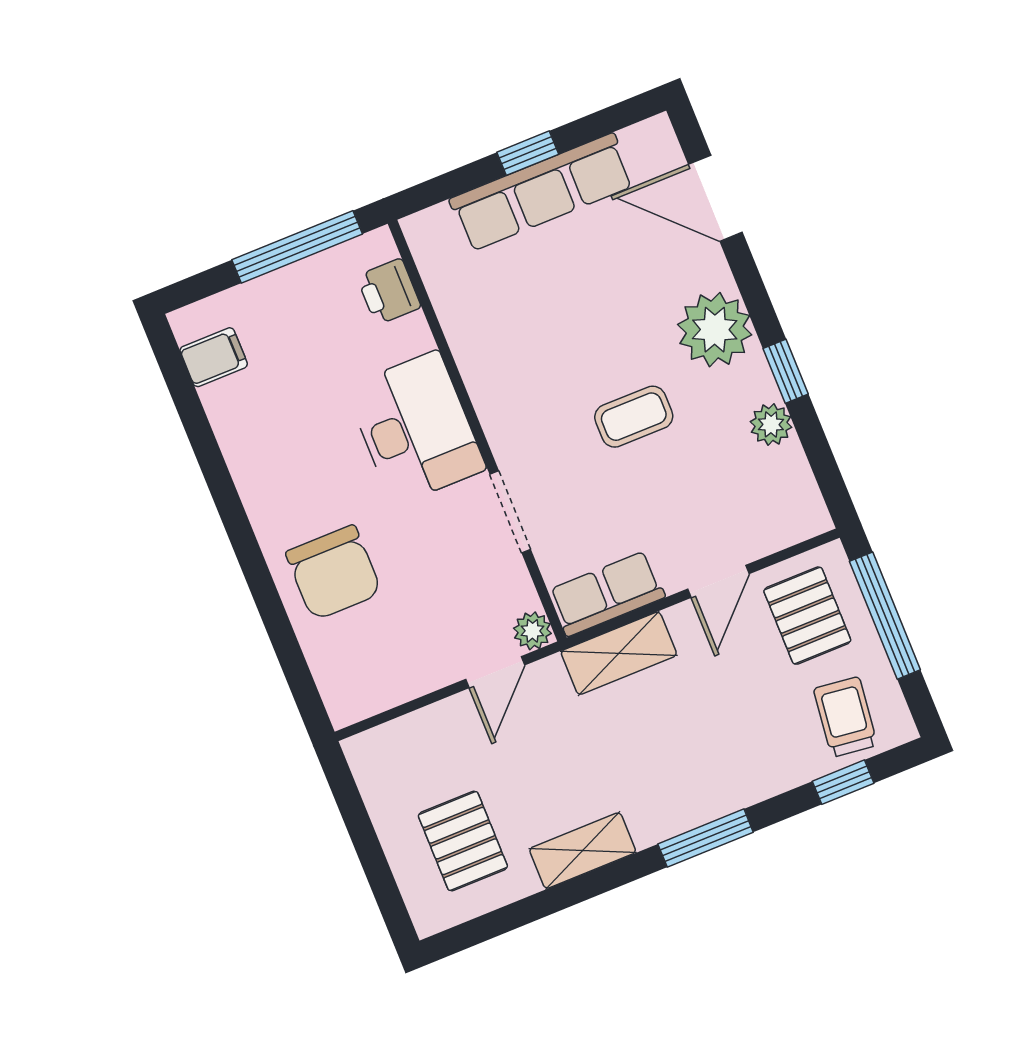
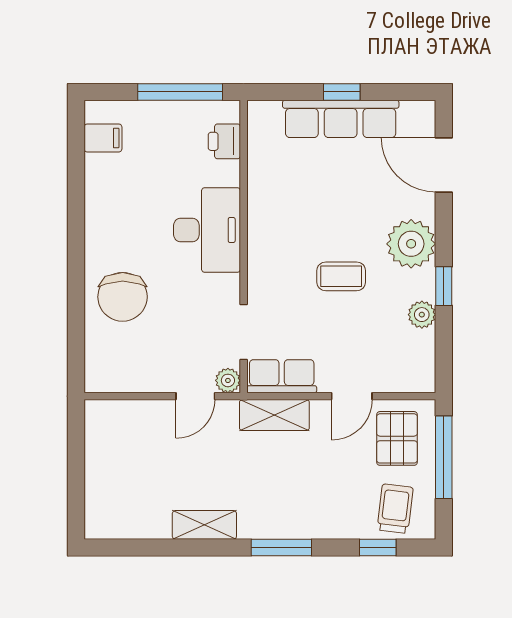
doorway: (510, 512) -> (244, 332), moved
pallet: (463, 841) -> (135, 490), removed

